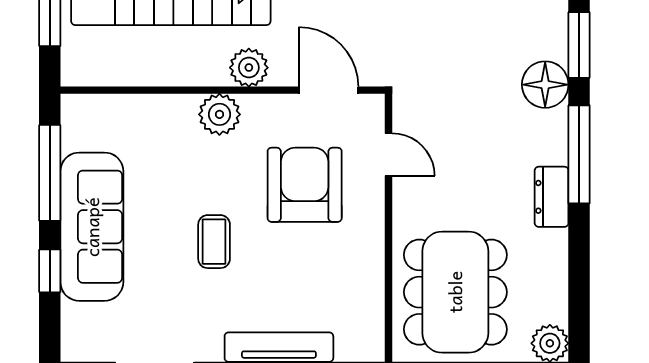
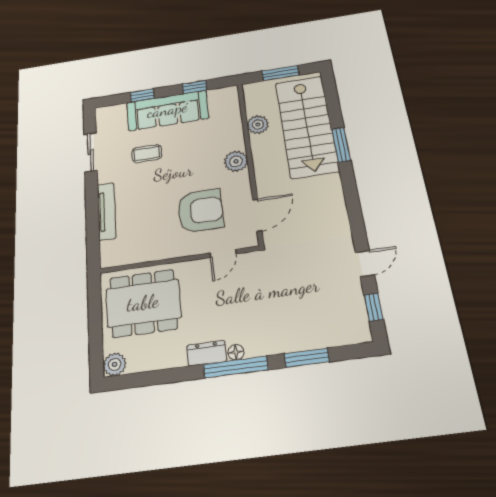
plant: (249, 68) -> (258, 124), moved
floor lamp: (545, 85) -> (236, 352), moved, width x0.53, depth x0.53
window: (50, 173) -> (195, 87), width x0.46
coffee table: (214, 242) -> (147, 154), moved

